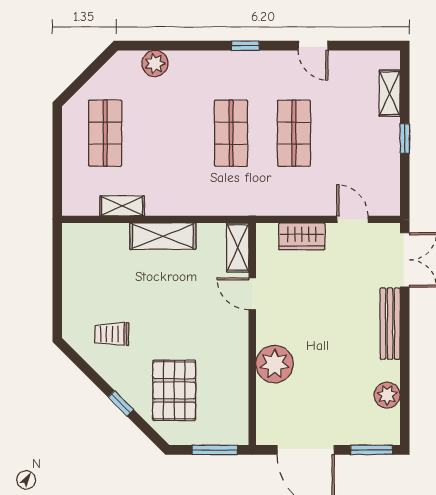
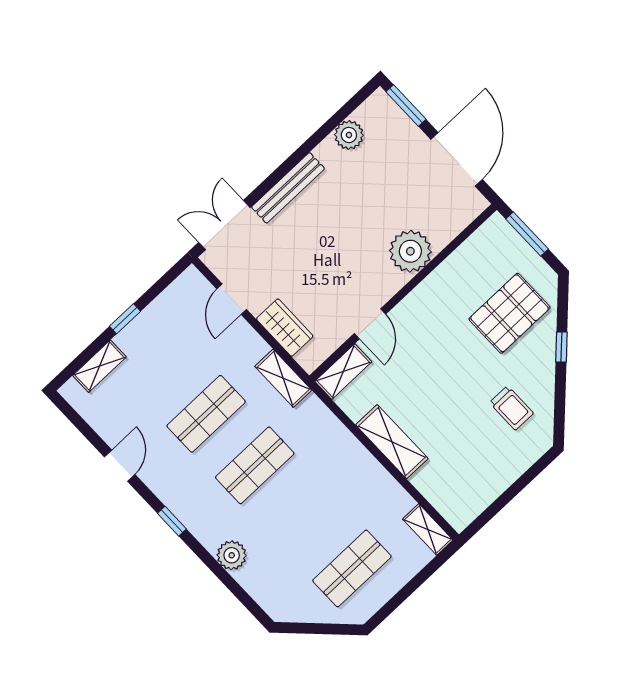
plant: (155, 63) -> (232, 555), moved
shelving: (270, 205) -> (283, 378), added
shelving: (122, 206) -> (428, 530), moved

